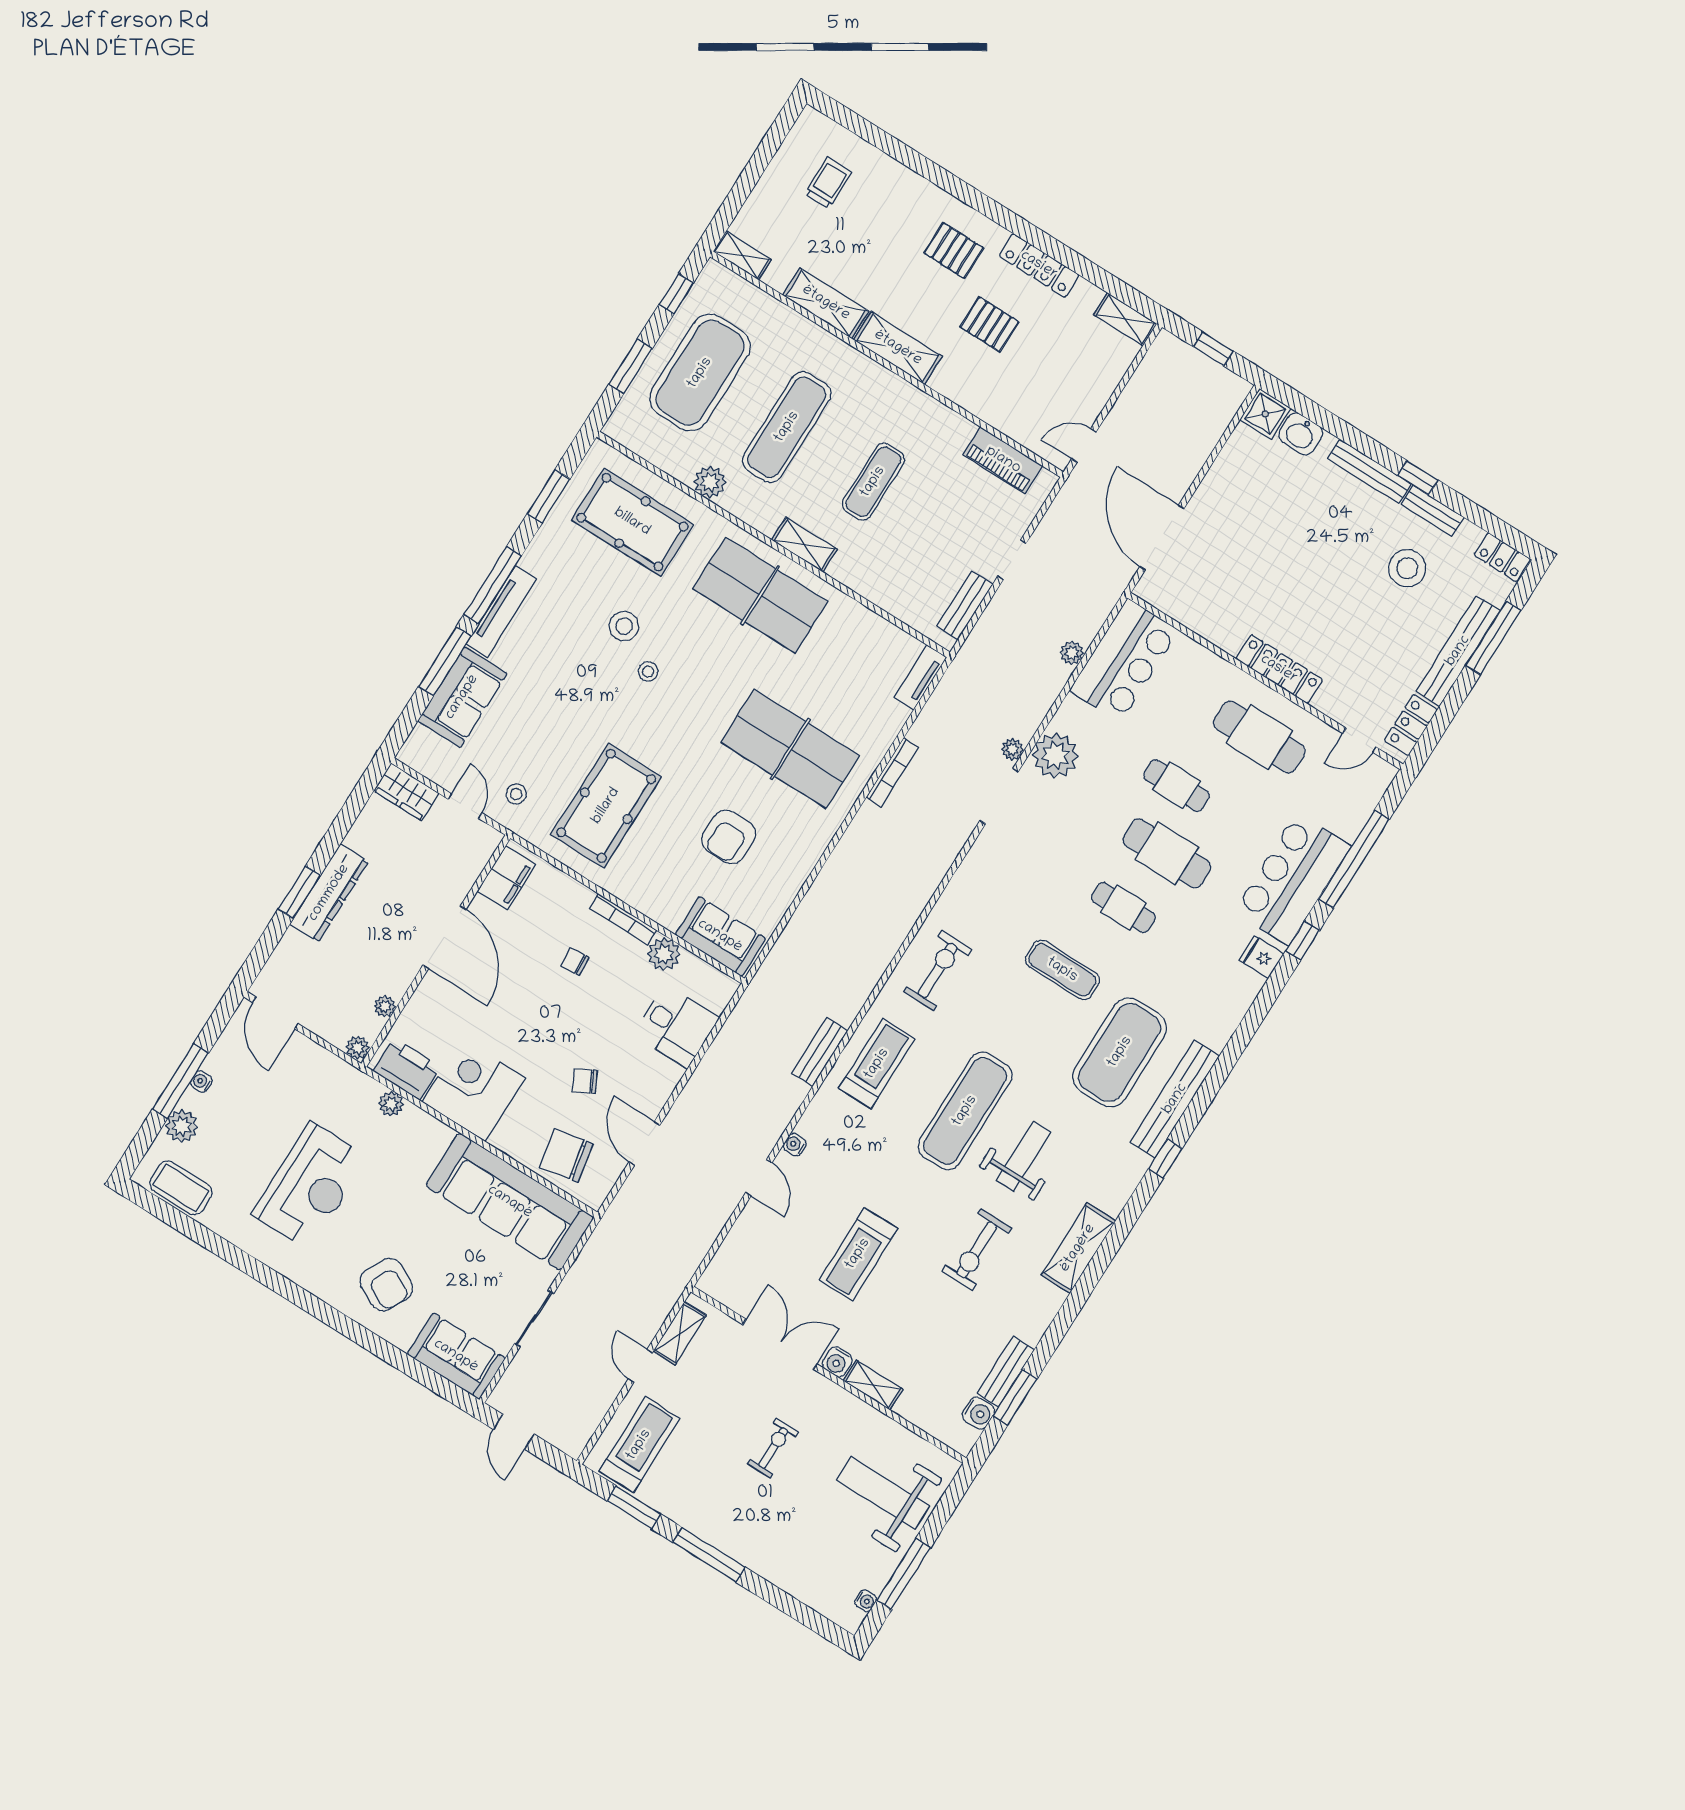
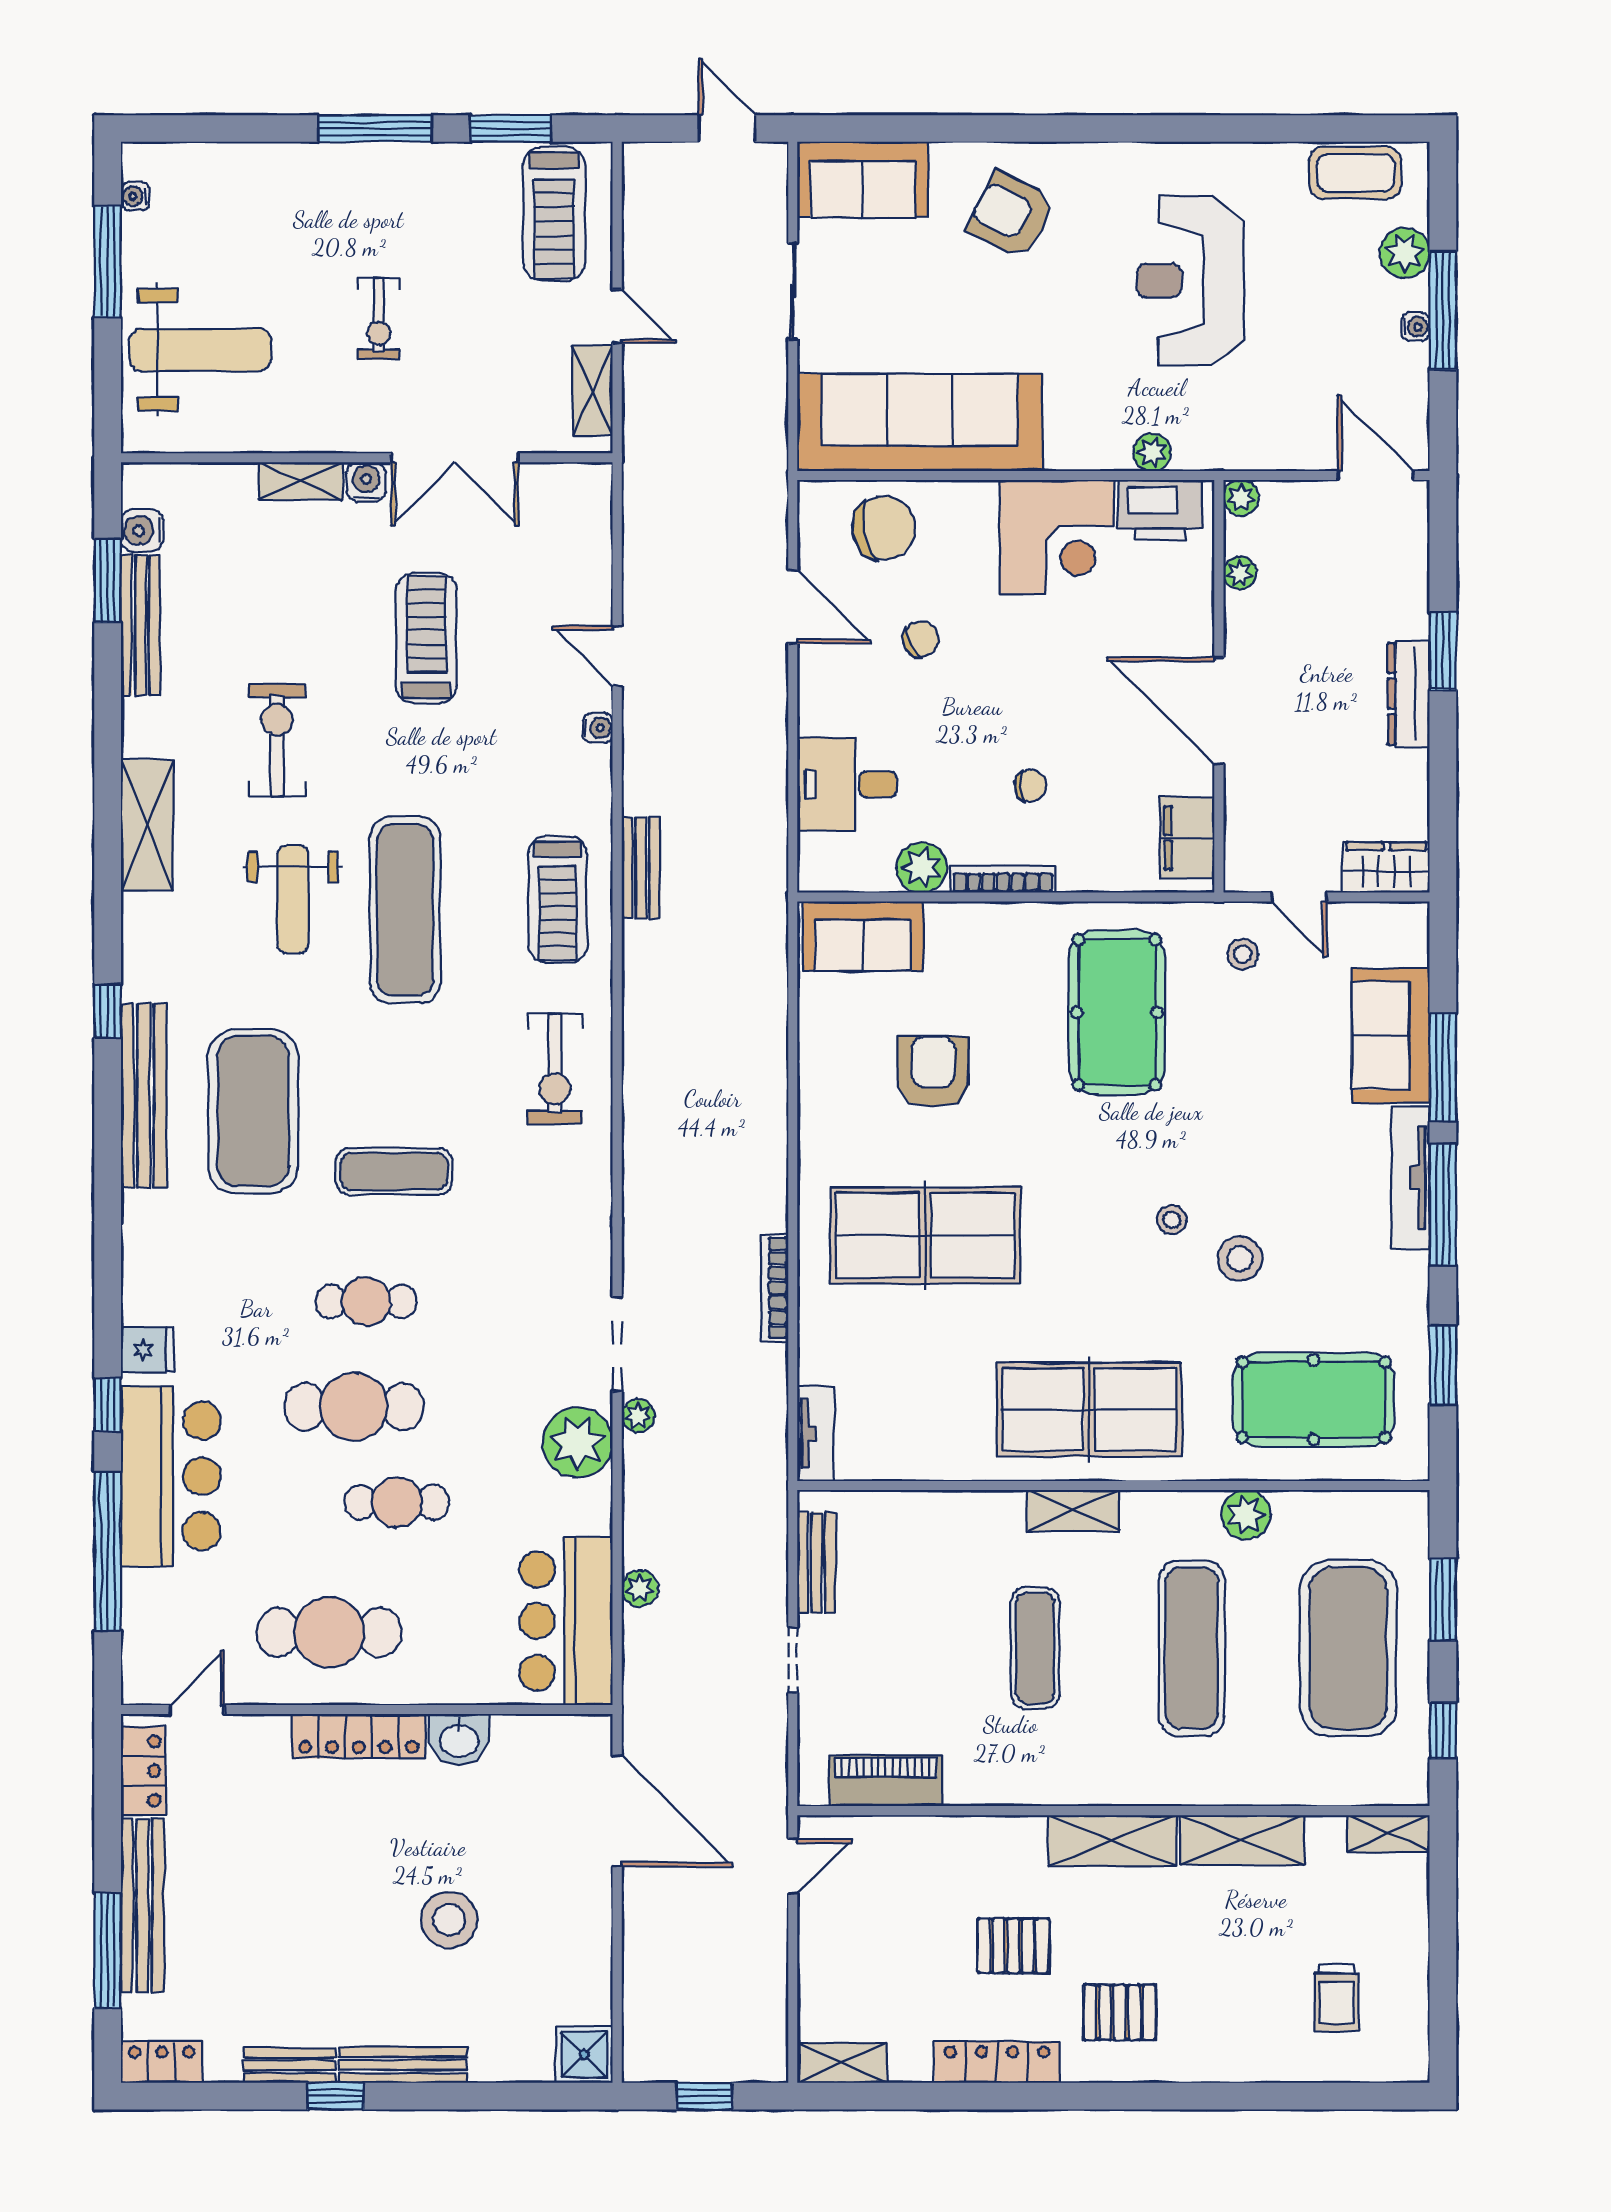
washbasin: (1301, 434) -> (459, 1739), moved, turned 180
stool: (1407, 568) -> (449, 1920), moved
dresser: (329, 893) -> (1409, 694), width x0.73, depth x0.80
bench: (1006, 1371) -> (140, 625), width x1.36

